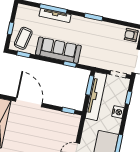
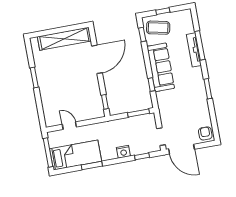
tv unit: (96, 96) -> (130, 123), removed

